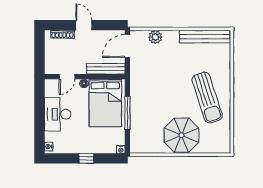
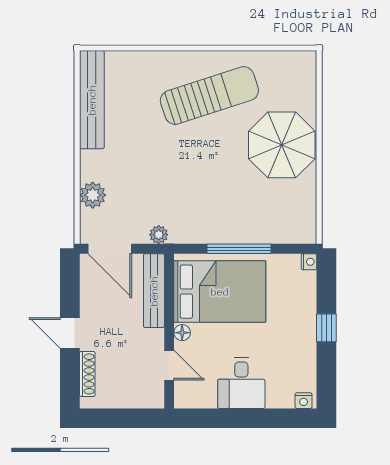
door: (84, 25) -> (70, 333), hinge flipped
plant: (135, 71) -> (159, 235), added
desk: (58, 114) -> (241, 383), width x0.73

